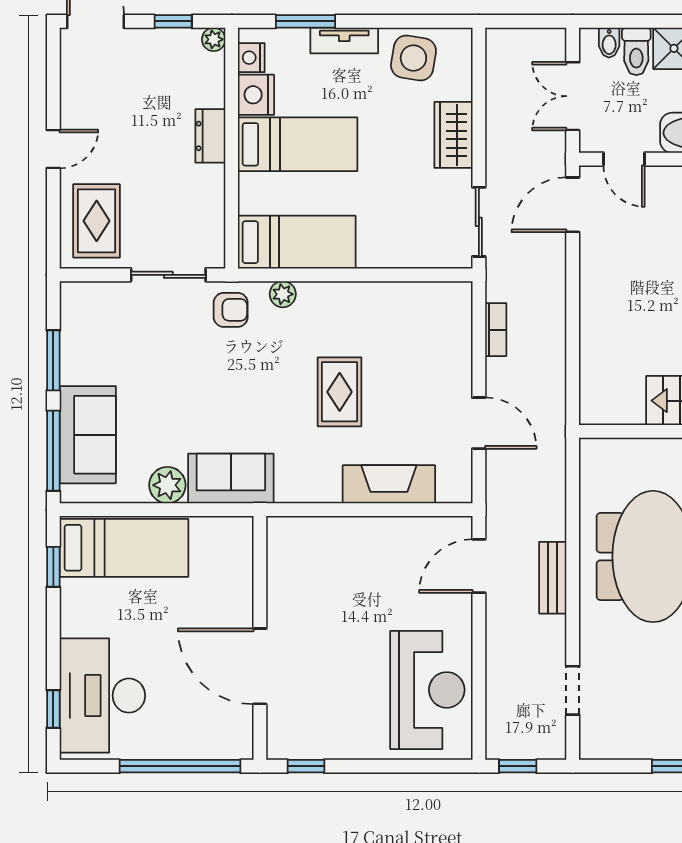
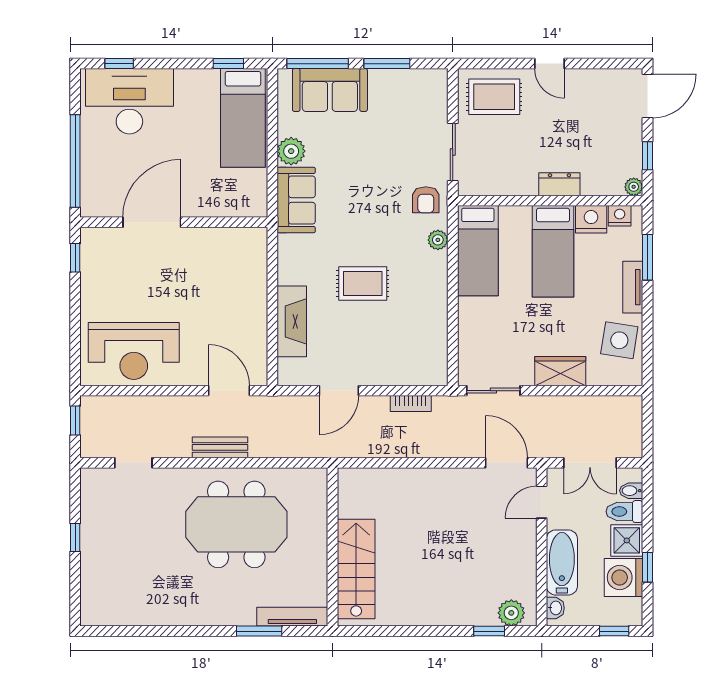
double door: (573, 96) -> (590, 463), swing flipped

